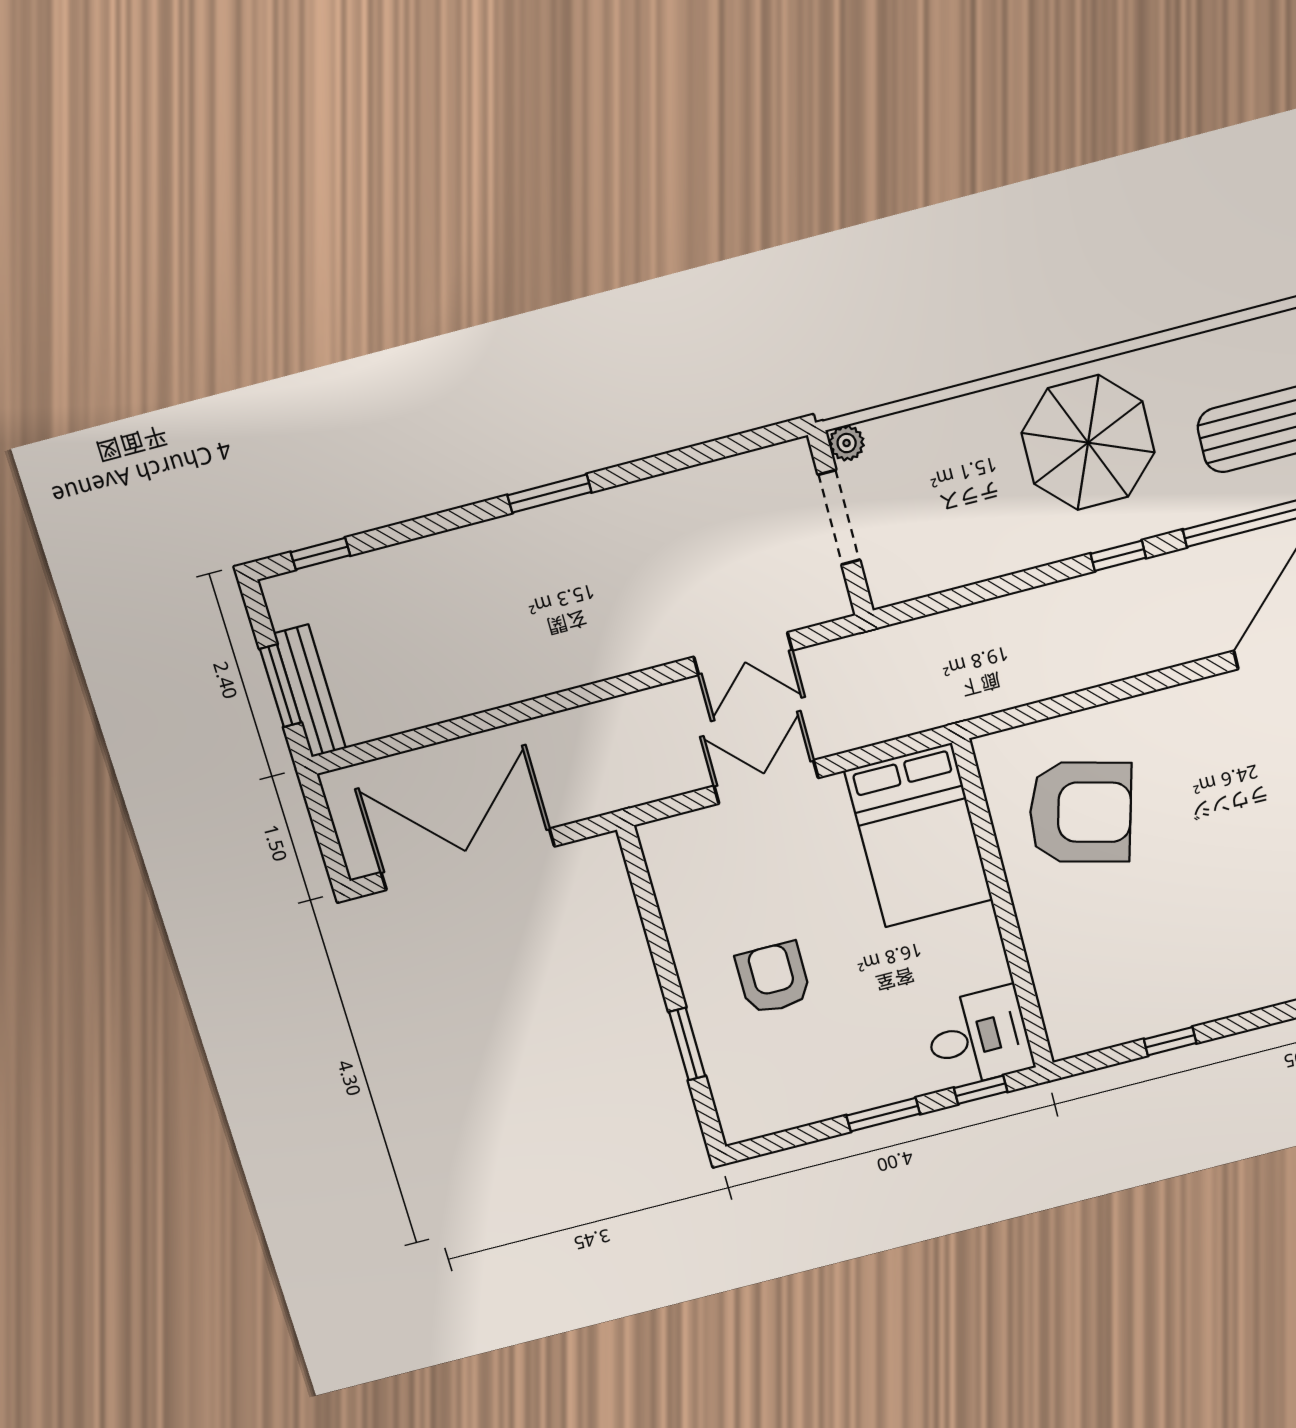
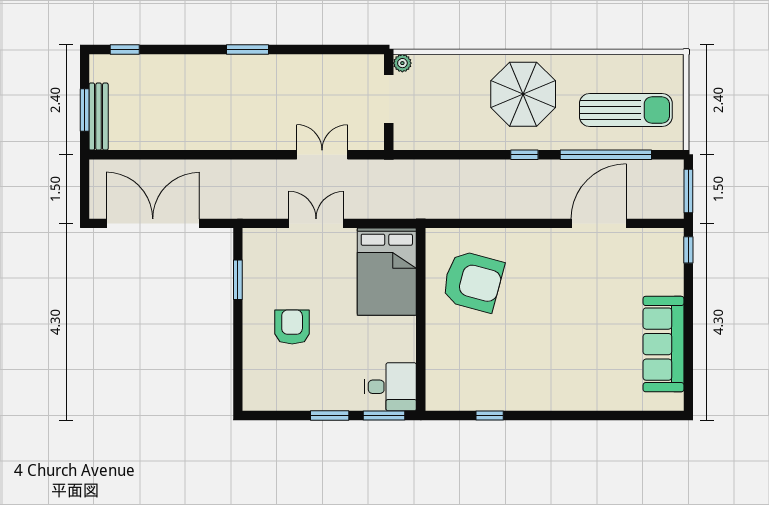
double door: (743, 654) -> (322, 155), swing flipped
window: (687, 1044) -> (238, 280), moved
window: (981, 1090) -> (384, 415), width x1.50

